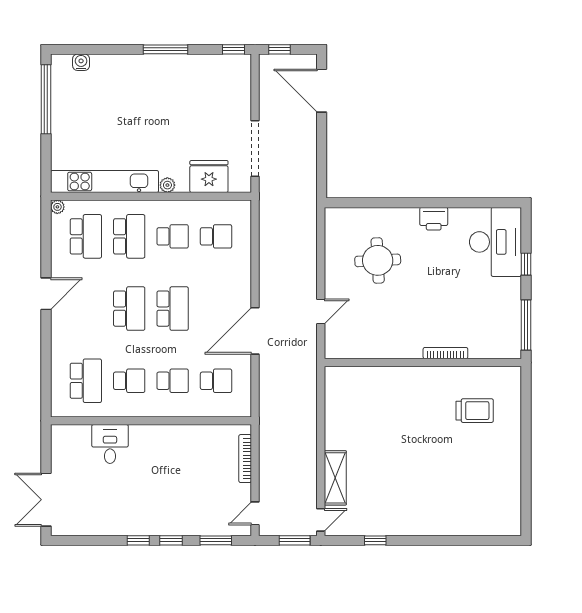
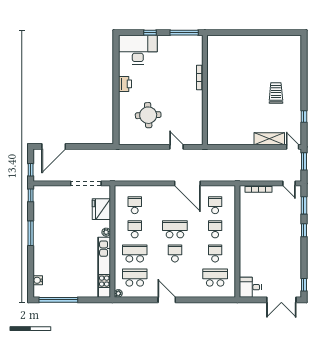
school desk: (129, 309) -> (175, 253), width x0.54
trolley: (475, 411) -> (276, 93), moved
desk: (110, 444) -> (250, 287), moved
window: (138, 540) -> (304, 285), moved

